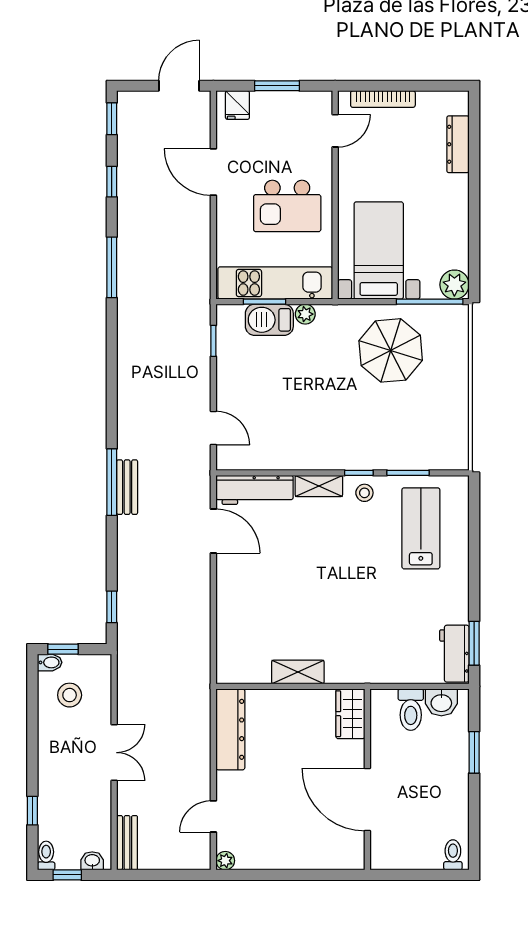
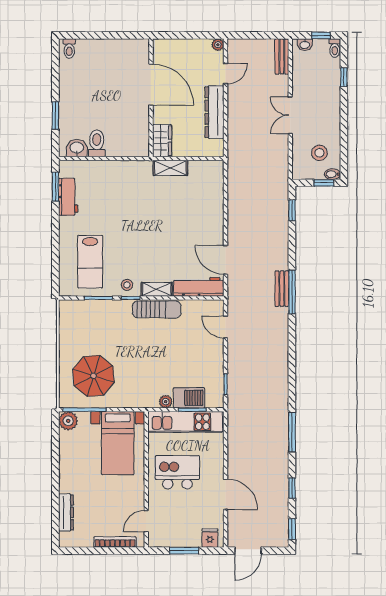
parasol: (391, 350) -> (93, 376), moved
sun lounger: (319, 455) -> (157, 309), added
workbench: (454, 654) -> (68, 197), moved
wardrobe: (350, 714) -> (162, 141), moved
dresser: (230, 729) -> (214, 112), moved
wall: (367, 779) -> (151, 98), moved
door: (367, 799) -> (151, 85), moved

